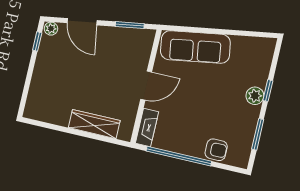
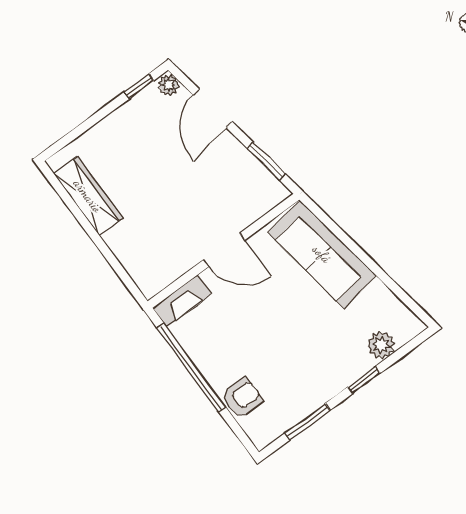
plant: (255, 96) -> (381, 345), moved
wardrobe: (94, 124) -> (88, 196), moved
armchair: (216, 150) -> (242, 398), turned -90

